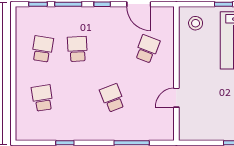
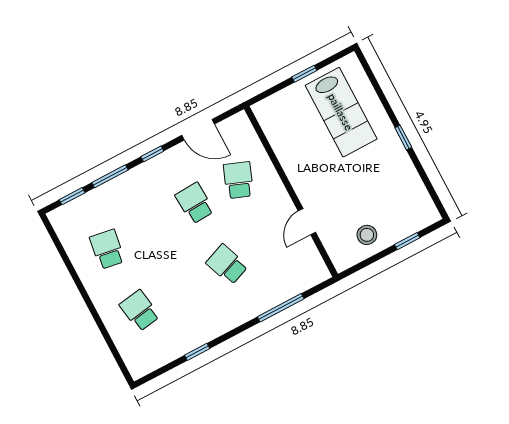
stool: (196, 23) -> (367, 235), moved
school desk: (77, 49) -> (195, 203), moved

